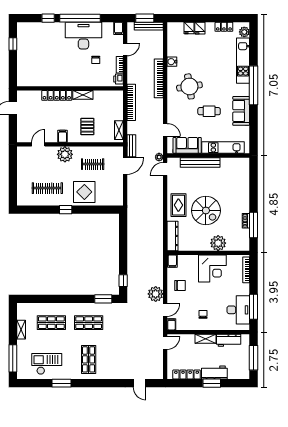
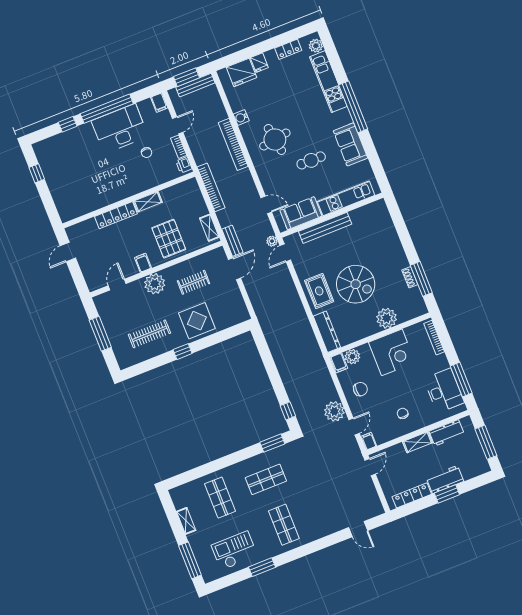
fridge: (189, 28) -> (241, 72), width x1.88, depth x1.34
pallet: (87, 127) -> (169, 239), width x1.50, depth x1.42
window: (13, 174) -> (100, 334), added
plant: (184, 260) -> (352, 357), added
shop shelf: (51, 323) -> (220, 498), turned 90

